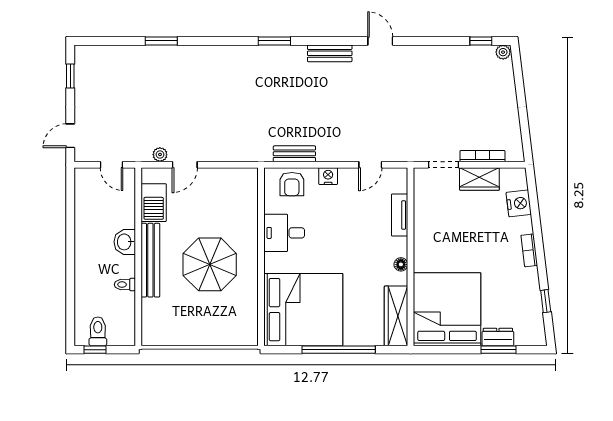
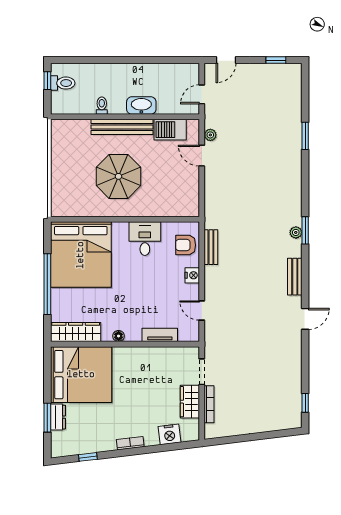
plant: (503, 52) -> (296, 232), moved
door: (70, 136) -> (226, 60), swing flipped
washbasin: (125, 242) -> (141, 106), width x1.38

